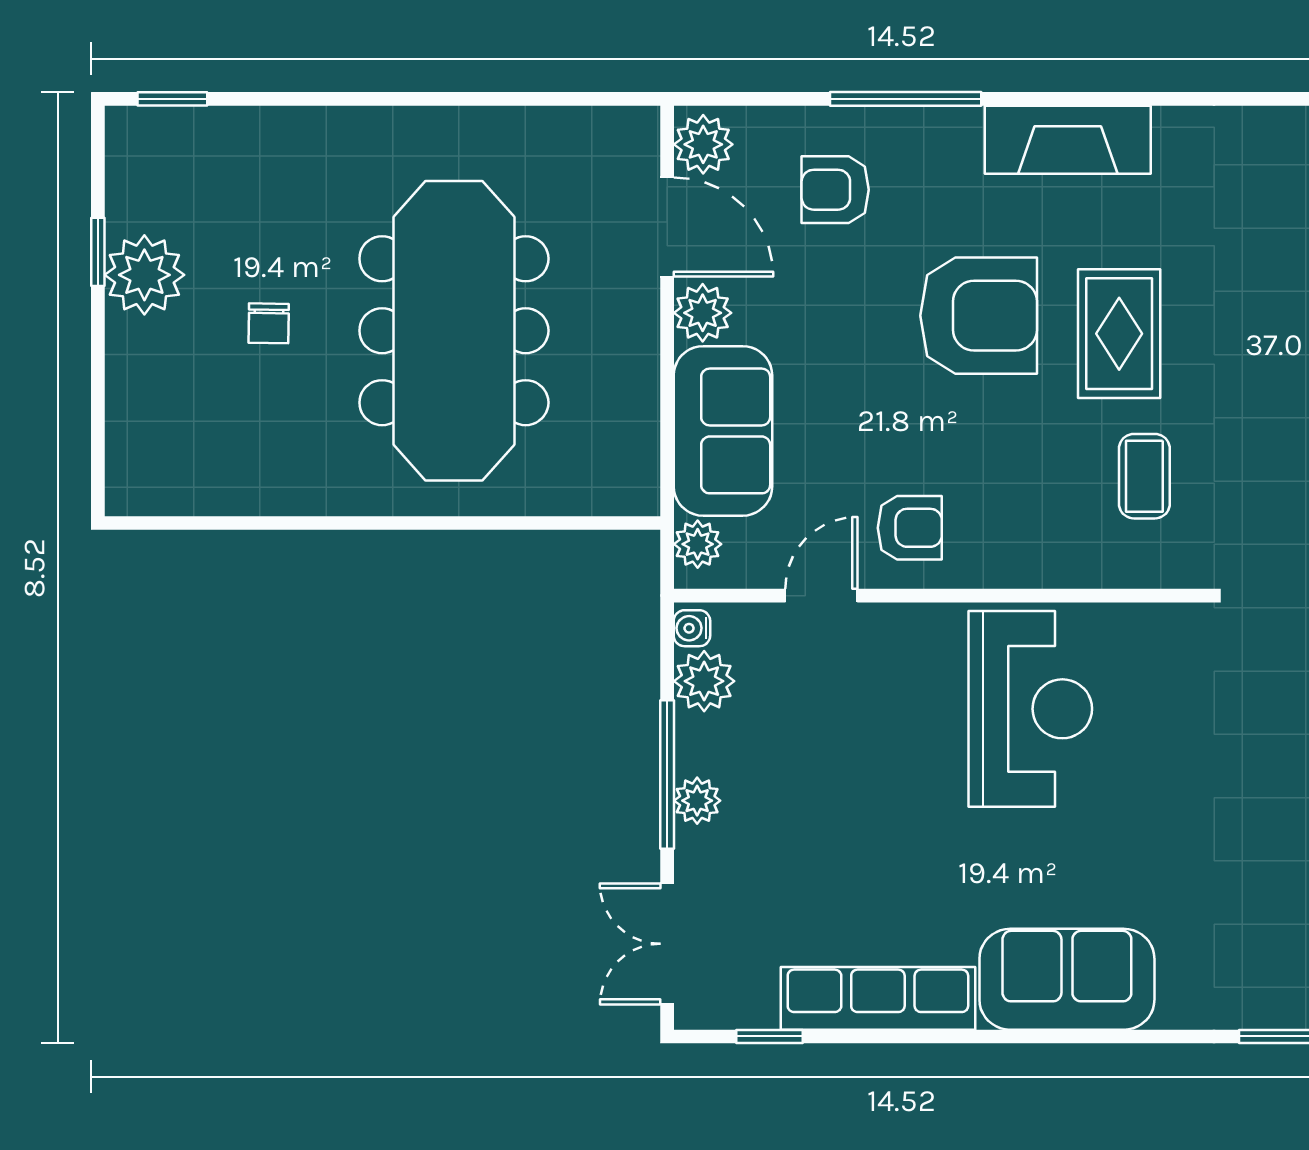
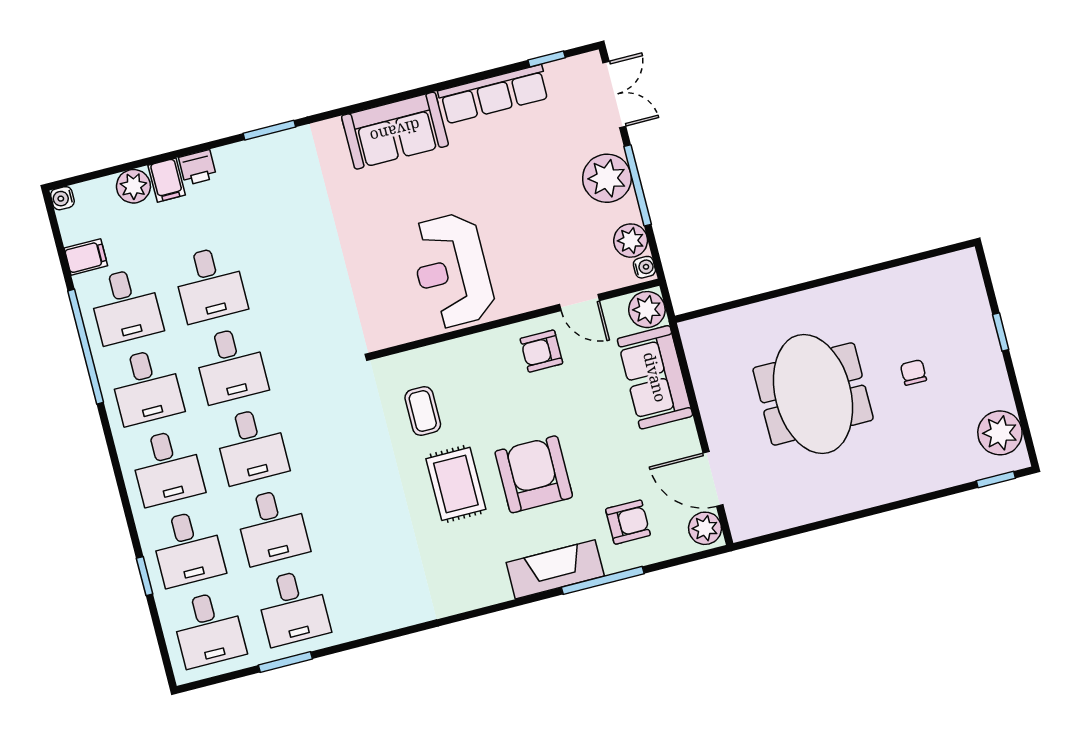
fireplace: (1068, 140) -> (555, 569), moved
window: (98, 252) -> (1001, 332), moved
plant: (144, 275) -> (1000, 433), moved
plant: (703, 313) -> (682, 438), removed
armchair: (979, 316) -> (534, 474), turned 90
meeting table: (454, 331) -> (813, 394), width x0.73
plant: (698, 544) -> (647, 310), width x1.38, depth x1.38
door: (821, 596) -> (579, 303), hinge flipped
plant: (697, 801) -> (607, 178), width x1.87, depth x1.87

